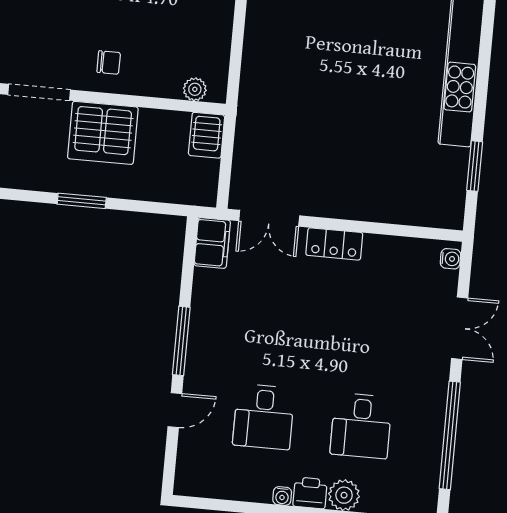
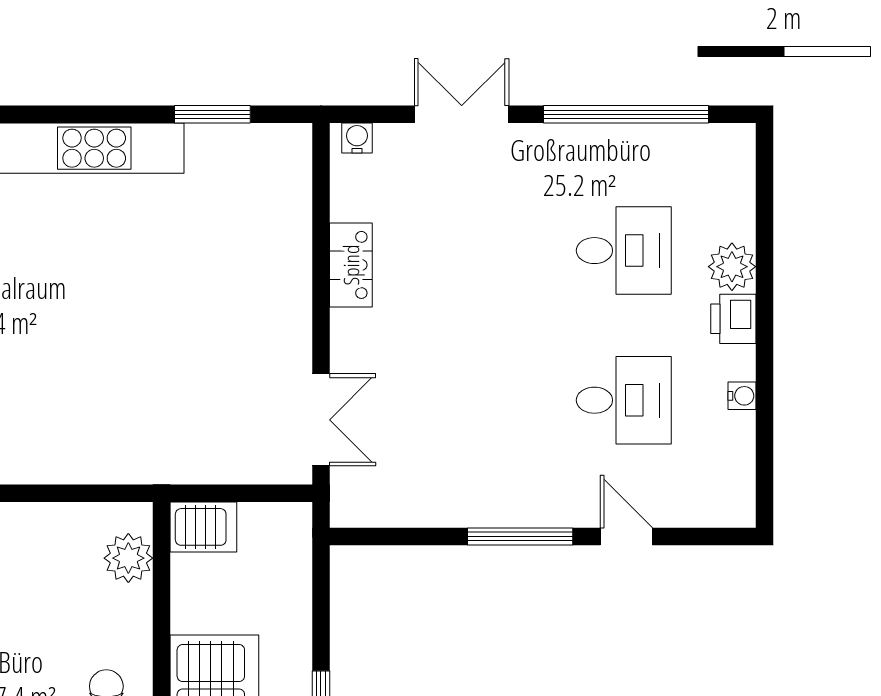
plant: (195, 89) -> (128, 558), width x1.38, depth x1.38
filing cabinet: (212, 243) -> (367, 503), removed
locker: (334, 244) -> (351, 265), moved
water cooler: (282, 496) -> (742, 396), moved

